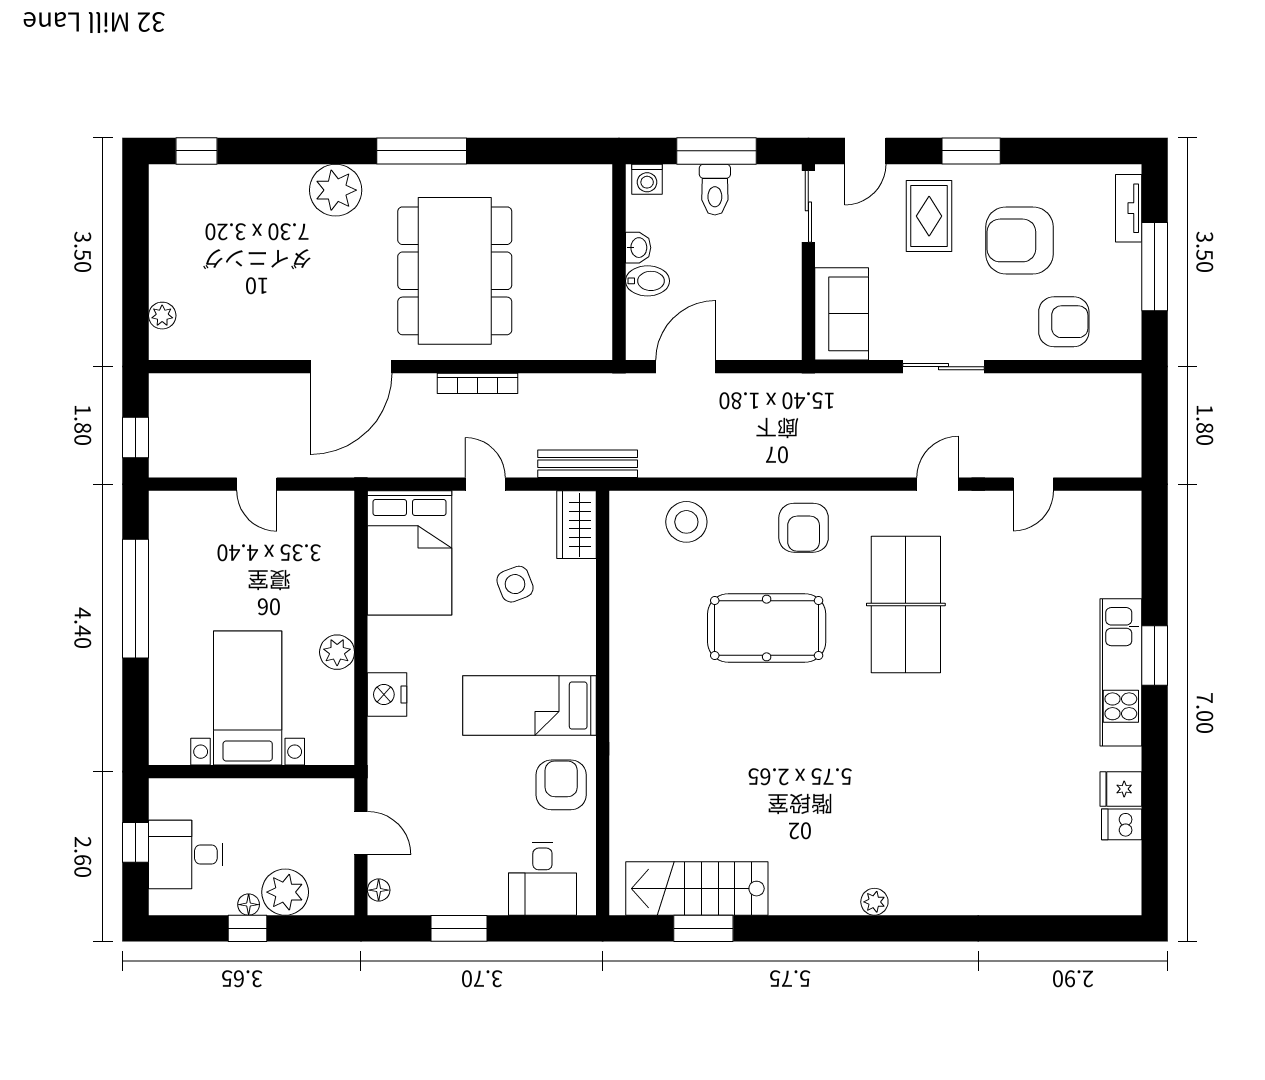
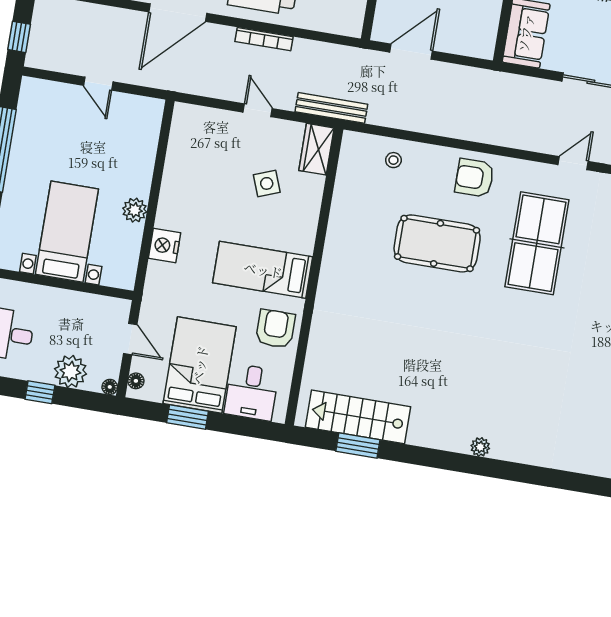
stool: (686, 522) -> (393, 160), width x0.53, depth x0.53
armchair: (804, 528) -> (475, 178), turned 90
bed: (410, 553) -> (200, 365), moved, turned 180
floor lamp: (249, 905) -> (110, 387), moved

